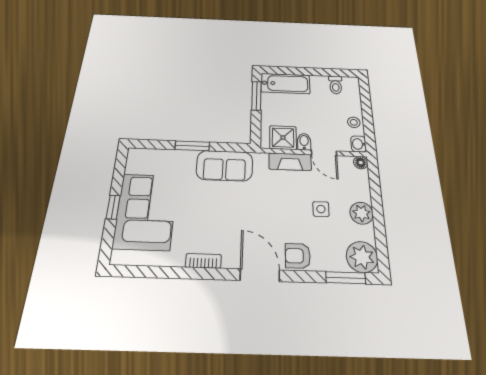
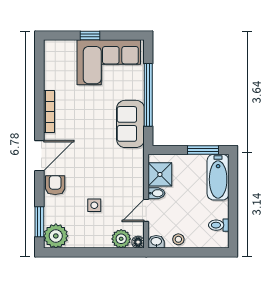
window: (192, 146) -> (148, 95), width x2.11
fireplace: (290, 162) -> (136, 180), removed
corner sofa: (146, 211) -> (109, 62), moved
plant: (362, 213) -> (121, 239), moved
bookcase: (203, 261) -> (49, 112), width x1.56

